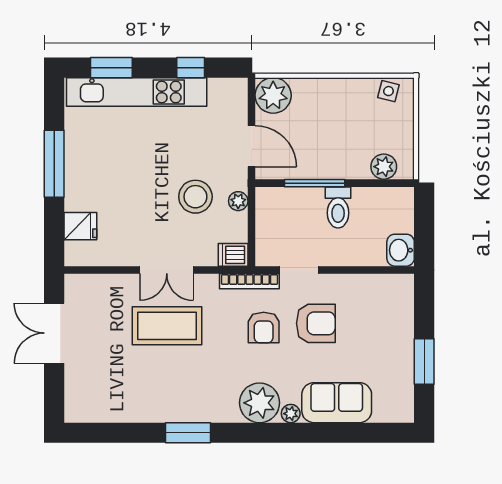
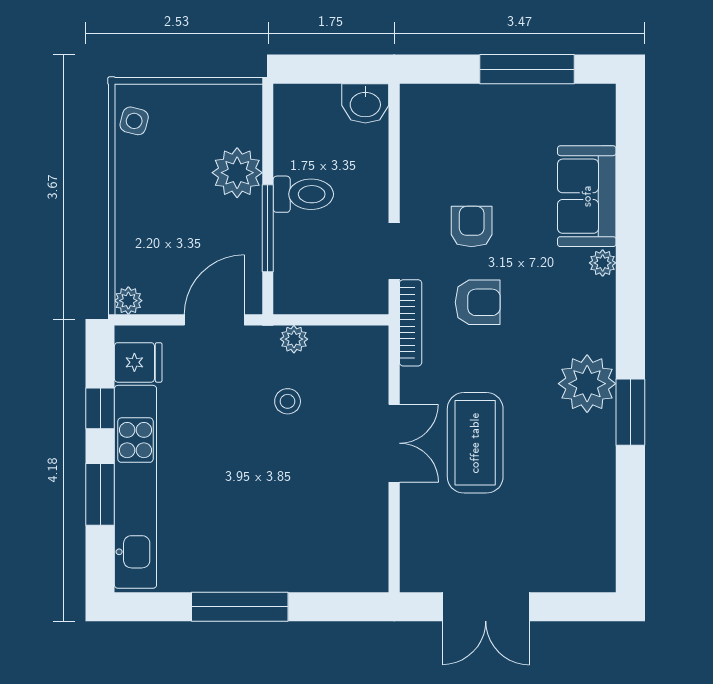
window: (111, 68) -> (100, 494), moved
plant: (273, 95) -> (128, 301), width x0.53, depth x0.53
plant: (384, 167) -> (237, 173), moved, width x1.36, depth x1.36
stool: (195, 197) -> (288, 401), width x0.53, depth x0.53
fridge: (80, 226) -> (138, 362), moved, turned 90
dishwasher: (233, 255) -> (372, 347), removed
armchair: (316, 323) -> (472, 227), width x0.72, depth x0.72
window: (424, 362) -> (527, 69), width x1.44
plant: (260, 403) -> (587, 384), moved

